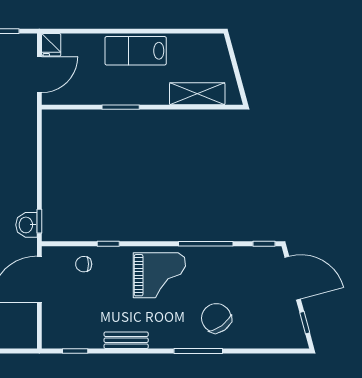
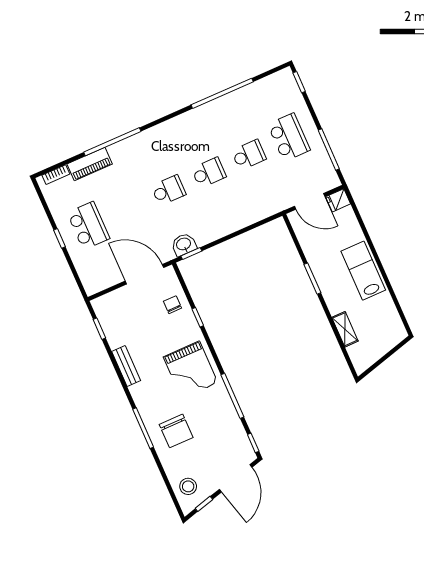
shelving: (197, 94) -> (345, 329), width x0.67, depth x0.75
chair: (216, 318) -> (176, 431), turned 126
stool: (279, 331) -> (188, 486), added

